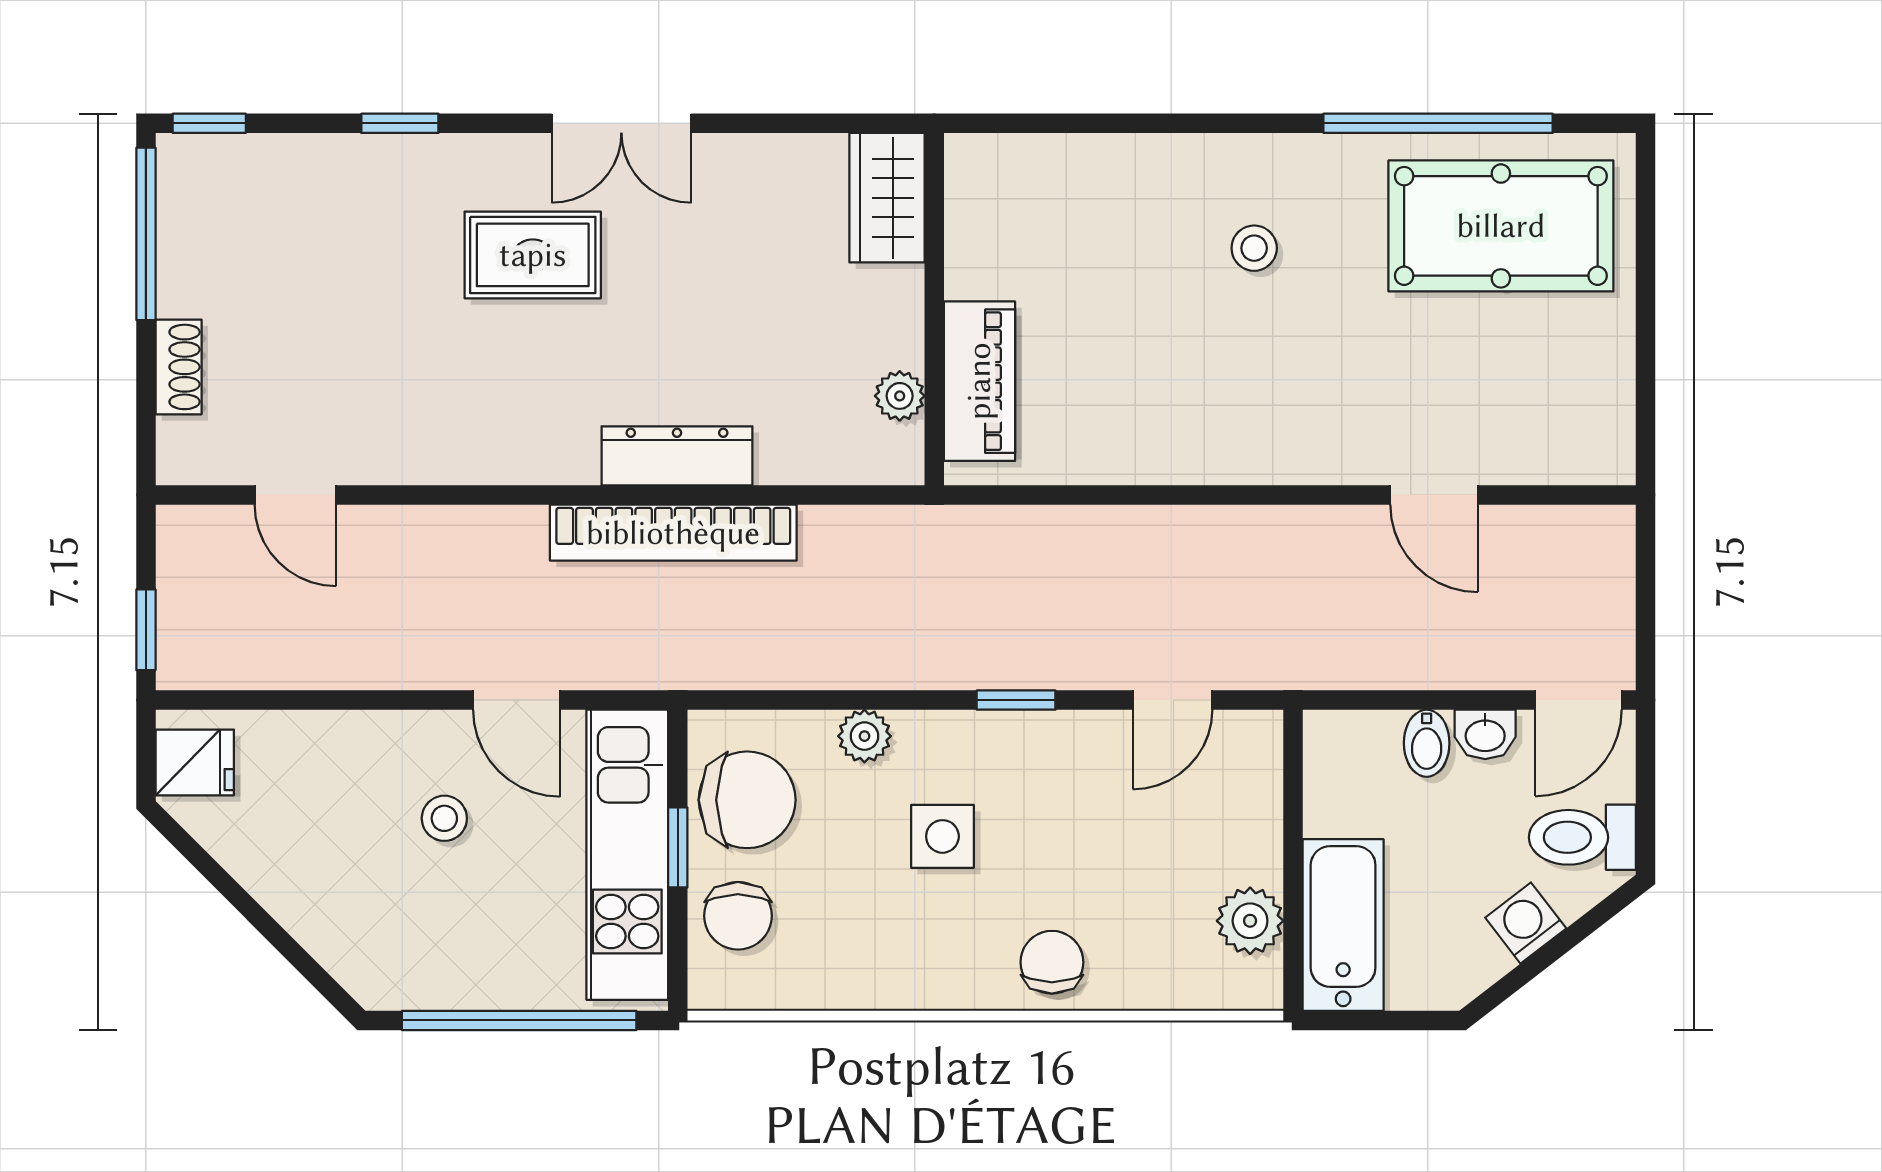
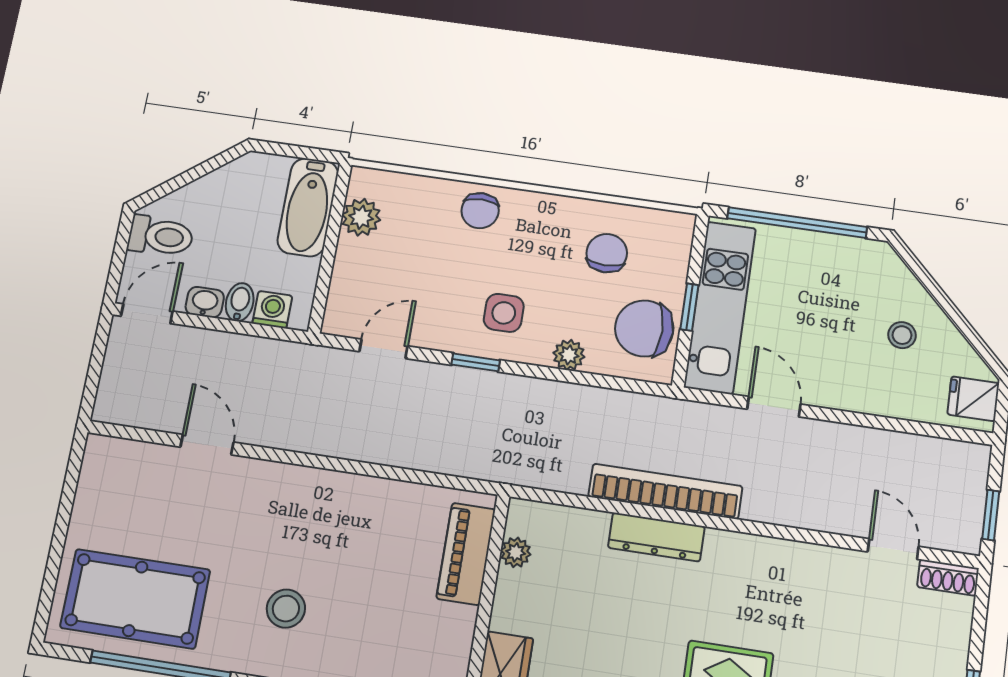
stool: (1254, 248) -> (286, 609), width x1.37, depth x1.37
shoe rack: (179, 367) -> (948, 578), moved, turned -90
window: (146, 630) -> (991, 515), moved
stool: (444, 818) -> (902, 335), moved
side table: (942, 836) -> (504, 313), moved
chair: (738, 916) -> (607, 253), moved
washing machine: (1526, 923) -> (272, 310), moved, turned -142

